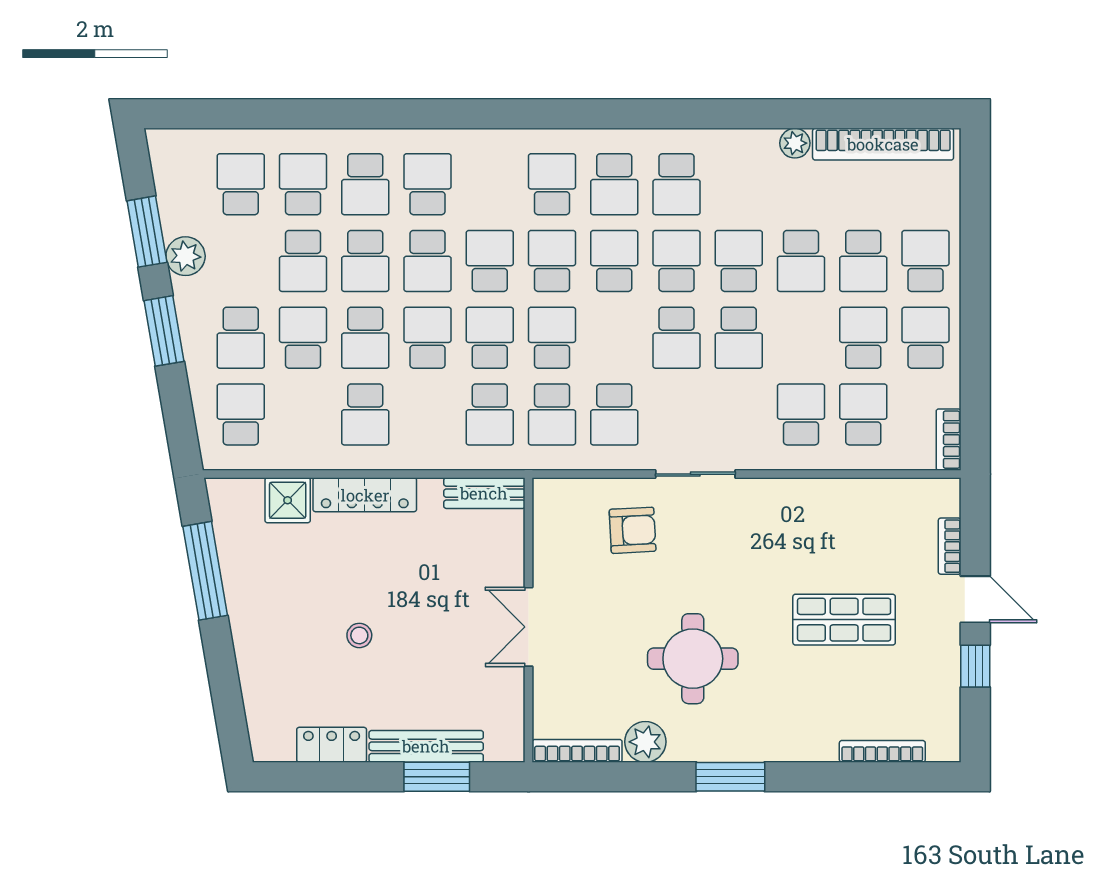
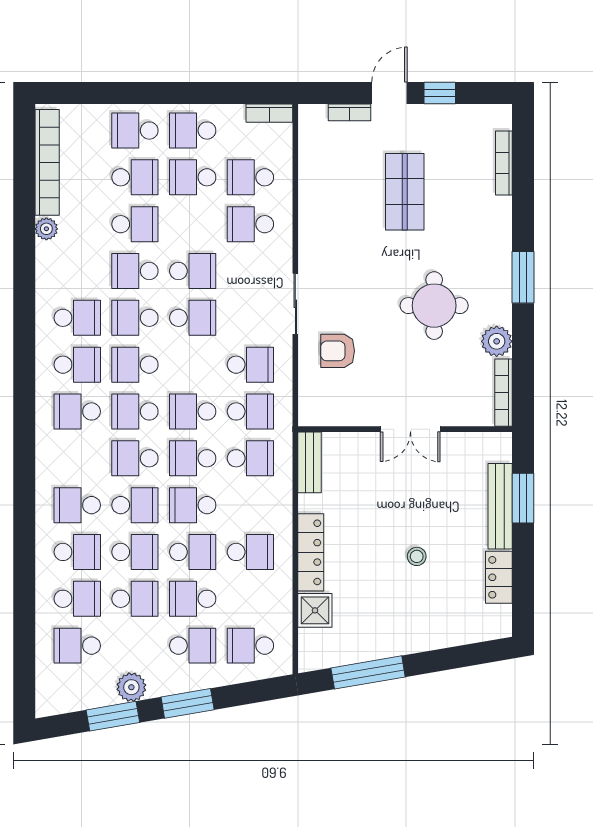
school desk: (303, 184) -> (77, 599), turned 180
armchair: (633, 530) -> (338, 351), turned -87

